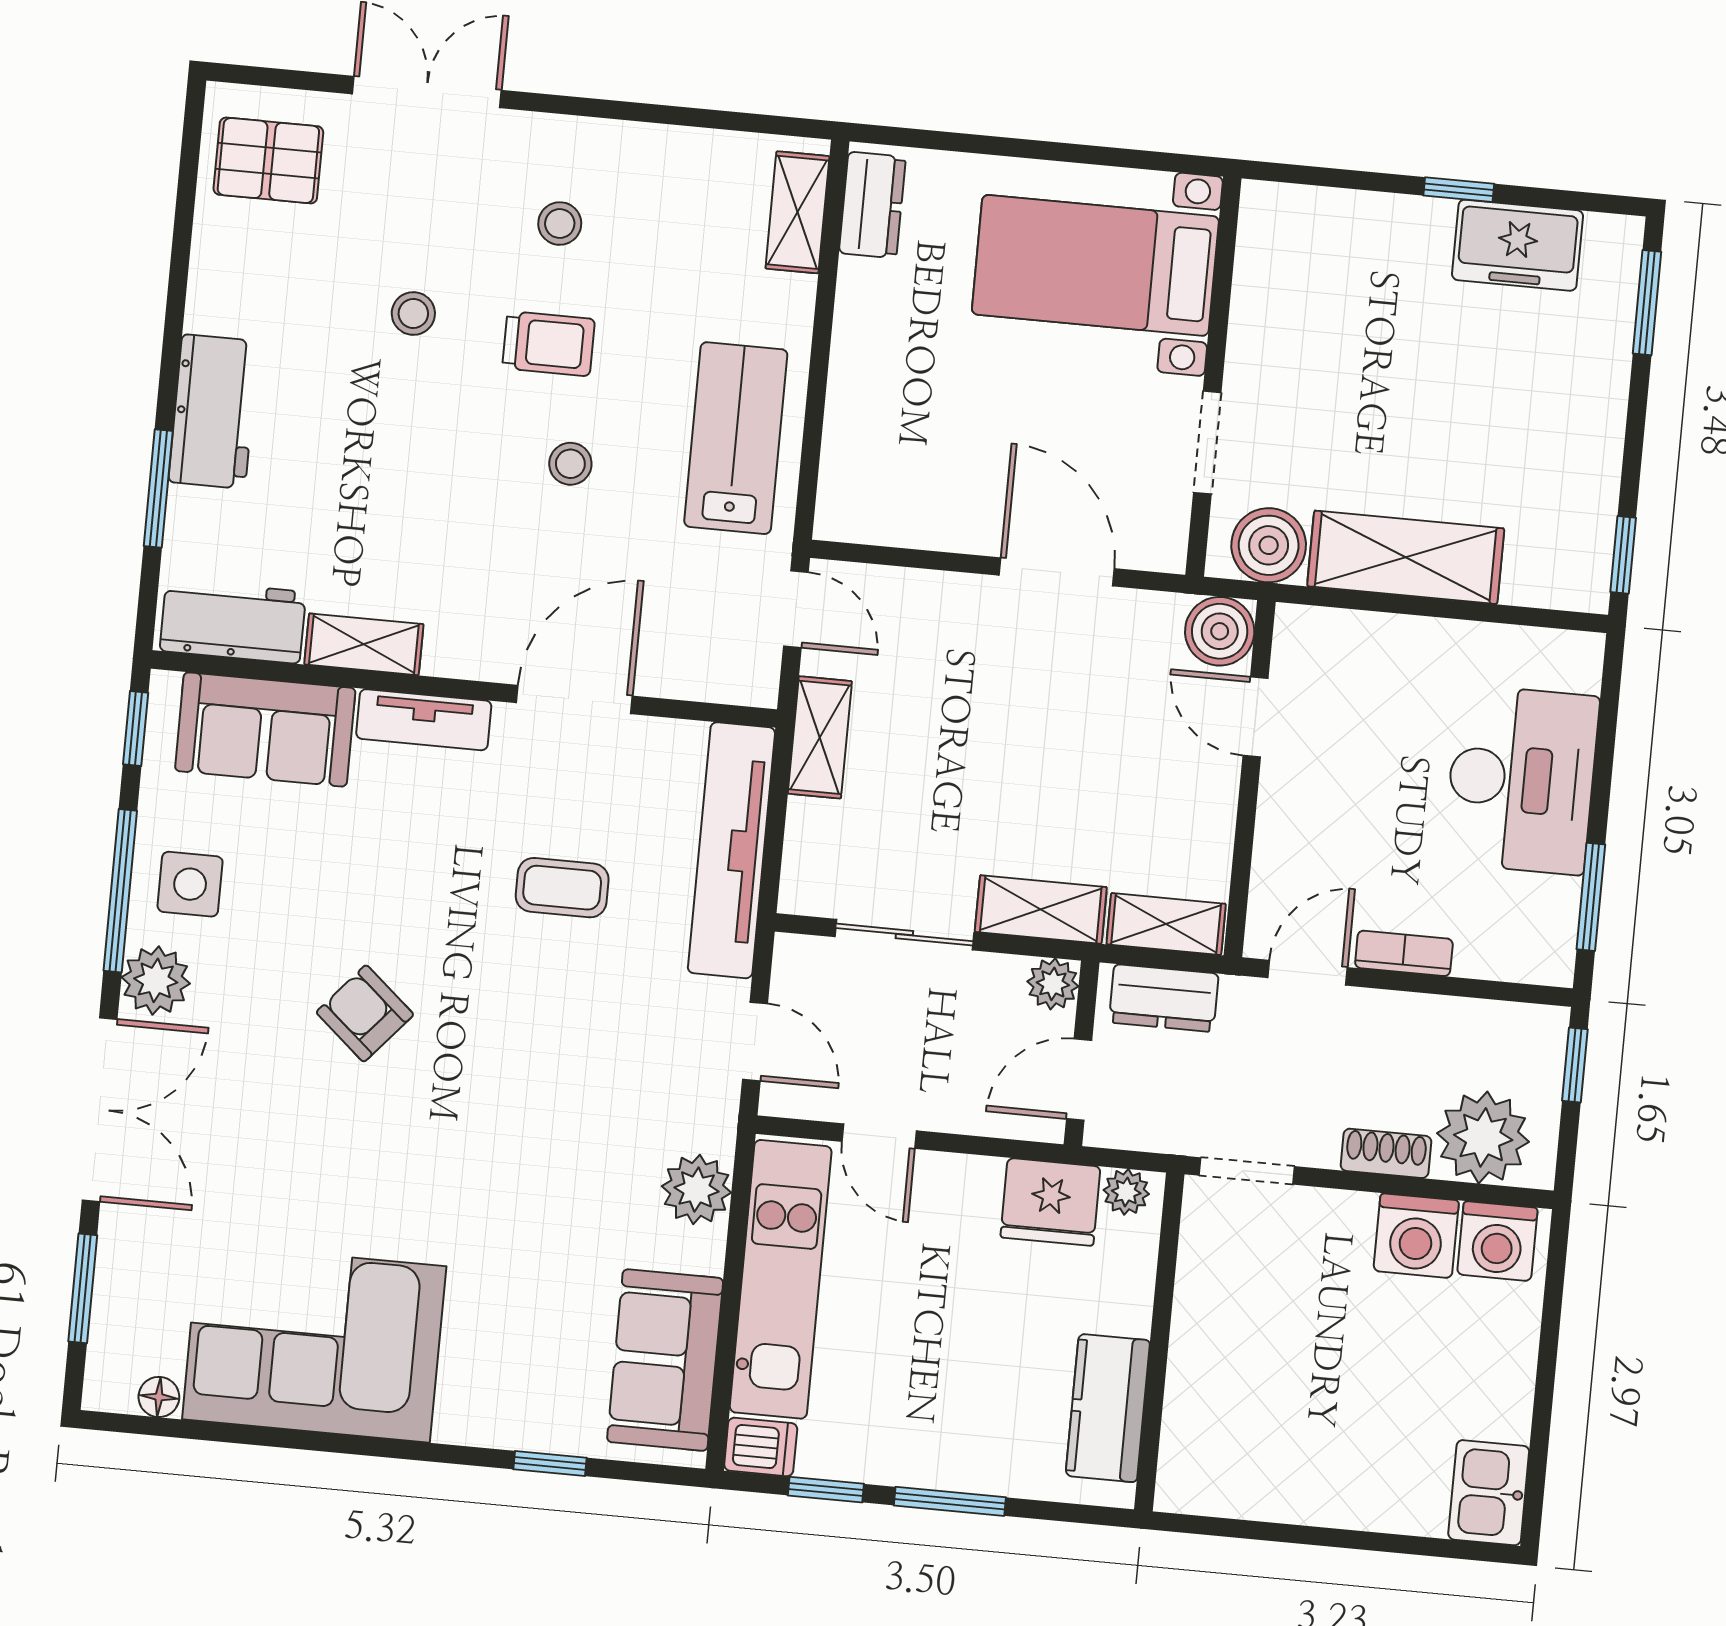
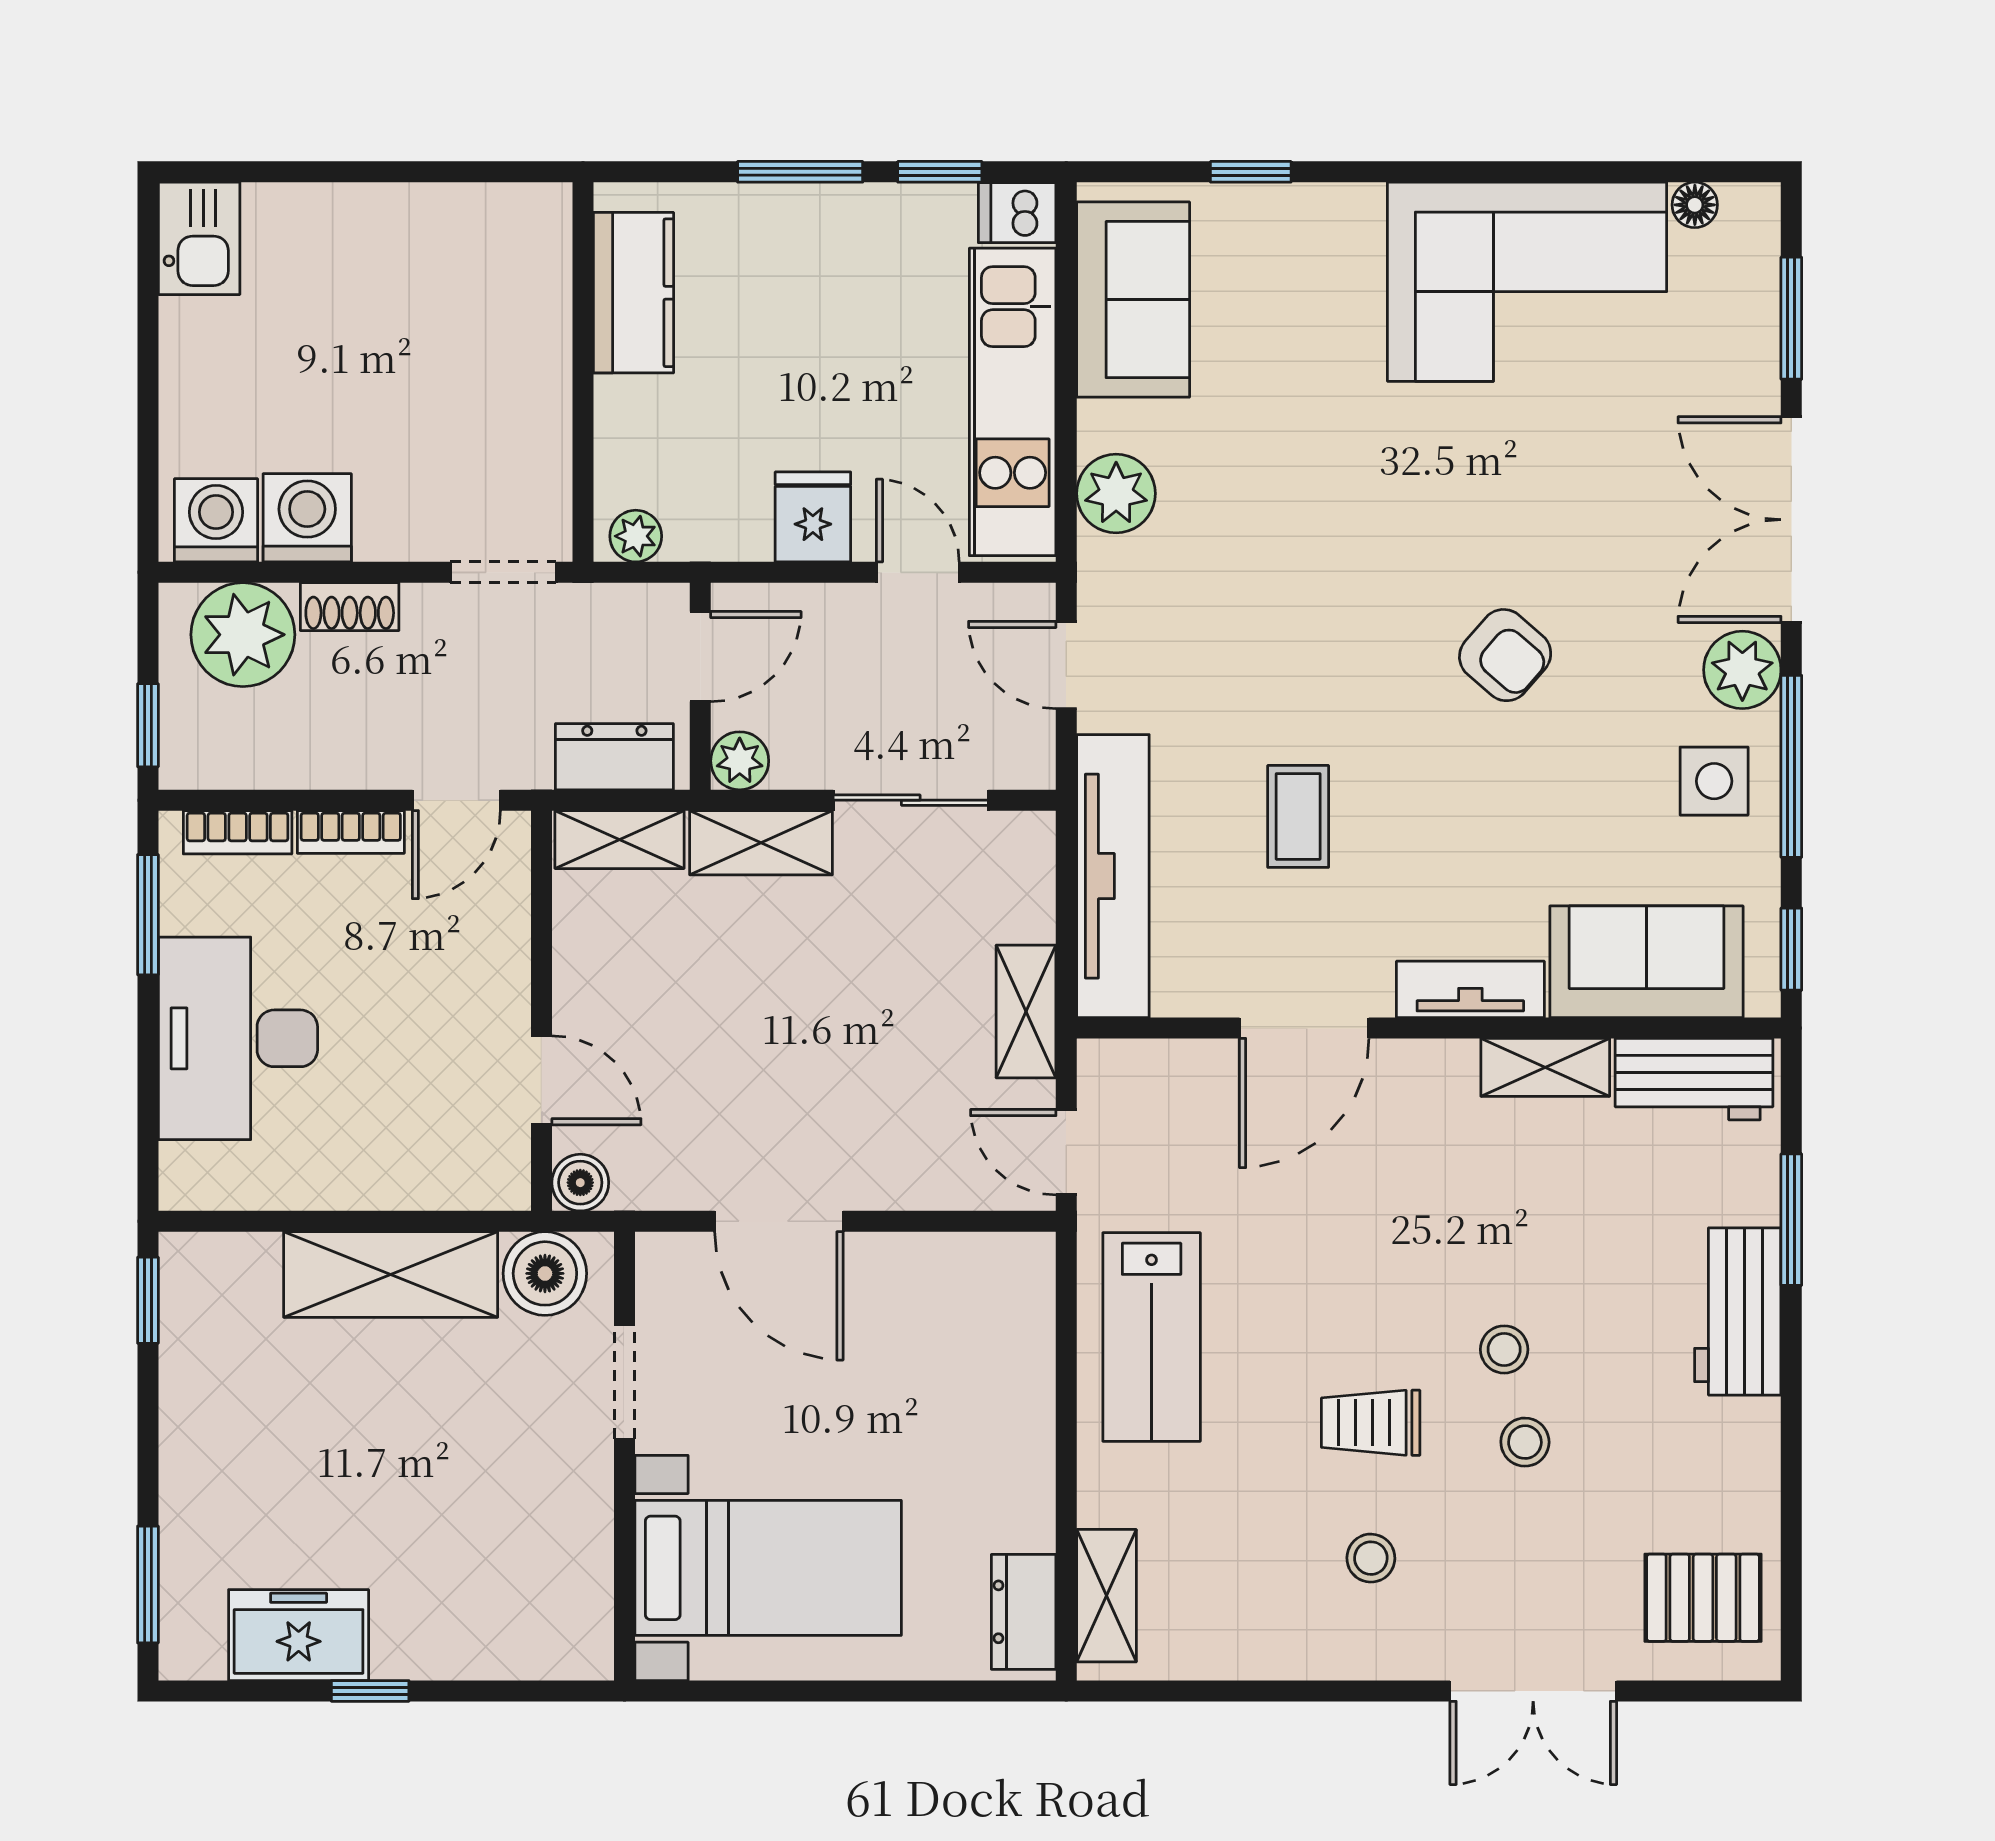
stool: (570, 464) -> (1504, 1349), moved
boiler: (1220, 631) -> (580, 1183), width x0.73, depth x0.73
coffee table: (562, 888) -> (1298, 816), turned 90
bookcase: (1504, 963) -> (238, 832), added
fridge: (1050, 1202) -> (813, 517), moved, width x0.72

